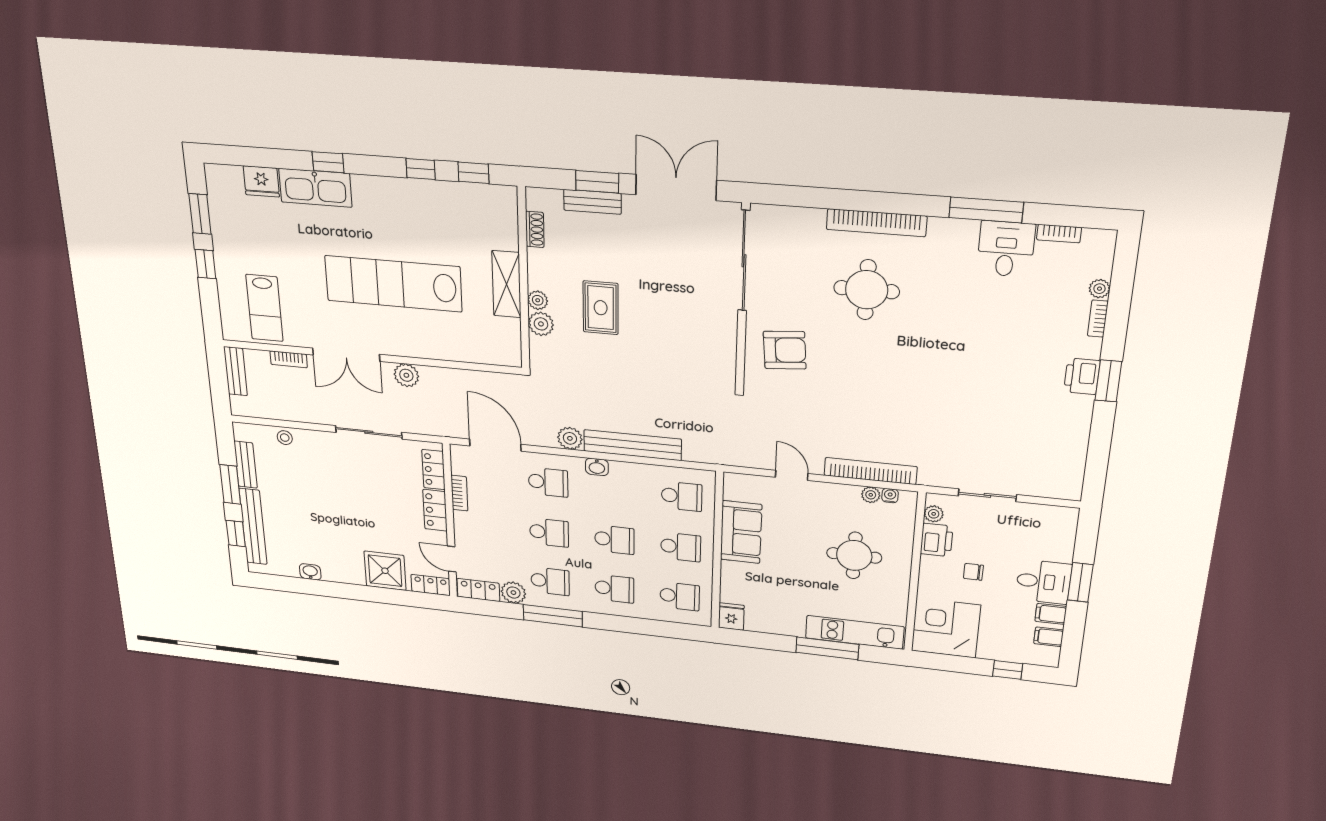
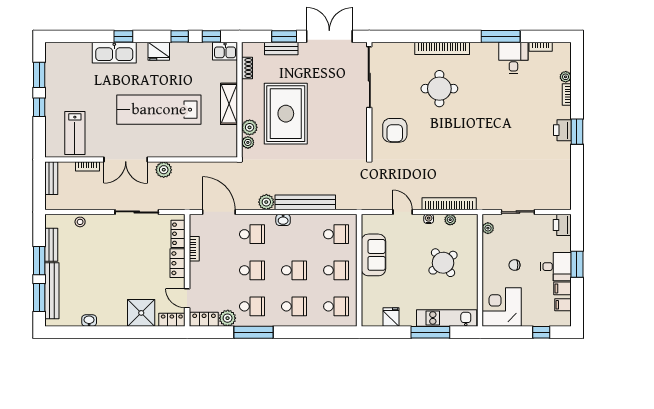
fridge: (261, 181) -> (159, 51), moved
kitchen sink: (497, 199) -> (225, 51), added
plant: (538, 300) -> (248, 142), moved
rug: (601, 308) -> (286, 114), width x1.86, depth x2.06
armchair: (785, 350) -> (395, 130), turned 95
water cooler: (890, 496) -> (429, 219), moved
window: (236, 533) -> (39, 298), width x1.50
printer: (937, 540) -> (562, 225), moved, turned 180
round table: (854, 555) -> (443, 263), turned -37
fridge: (731, 617) -> (391, 317), moved

